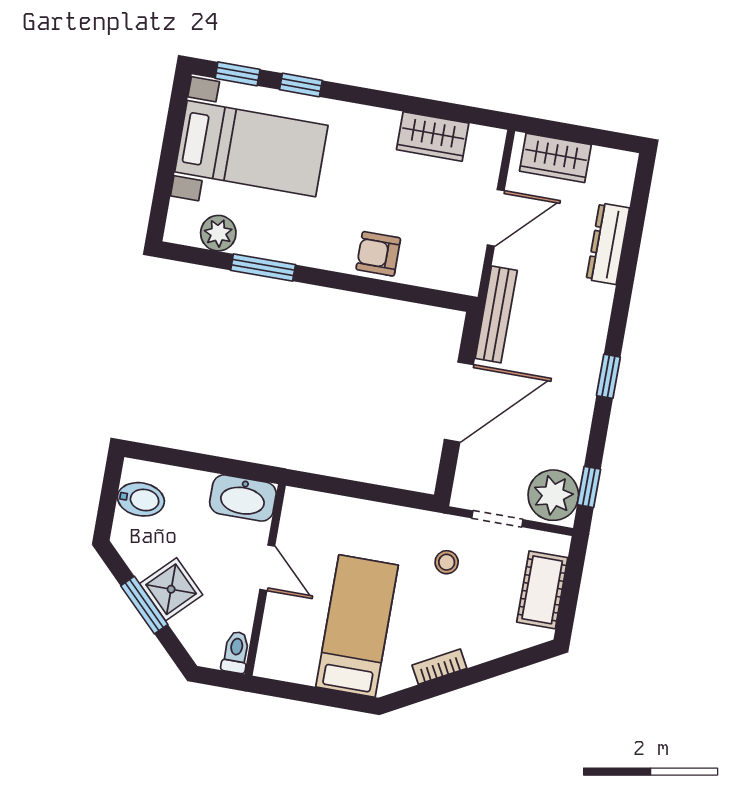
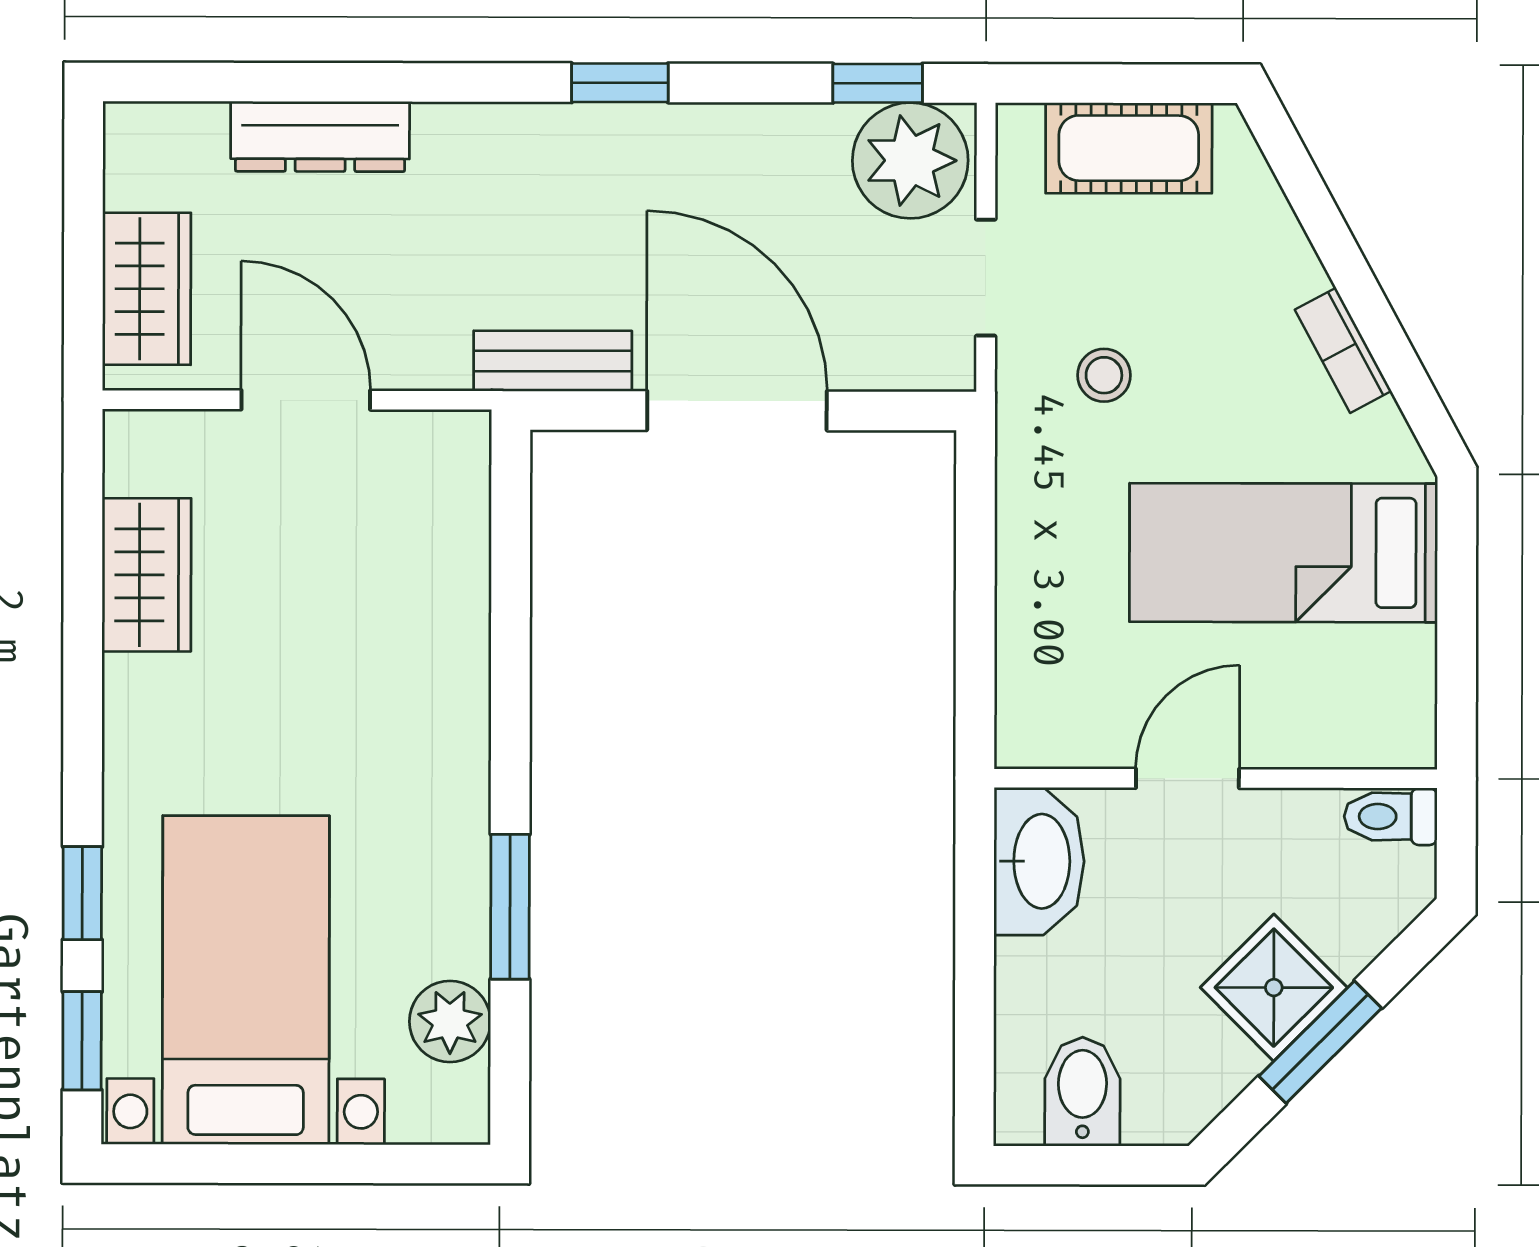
armchair: (378, 254) -> (433, 651), removed
bench: (496, 314) -> (553, 361), width x0.73

